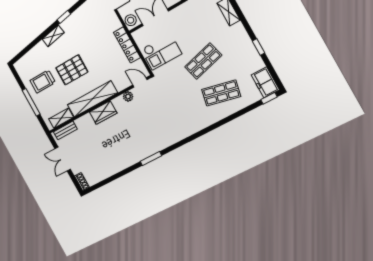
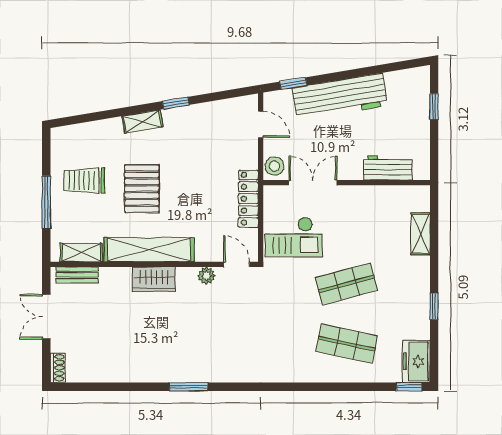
pallet: (72, 70) -> (142, 189), turned 90

